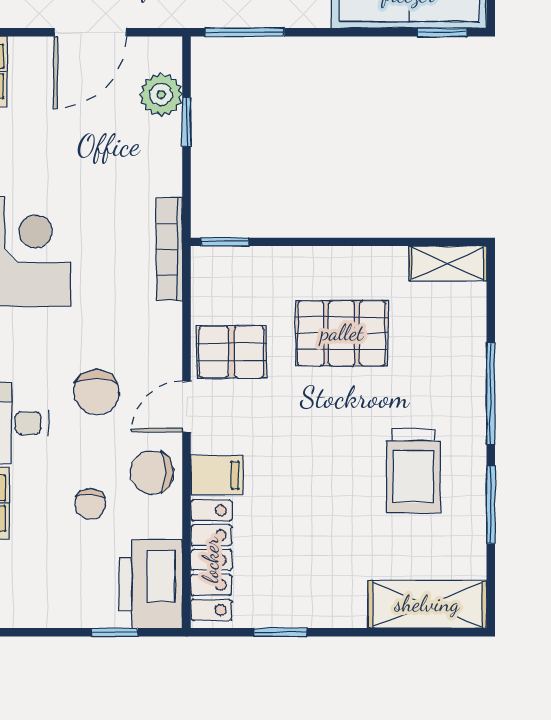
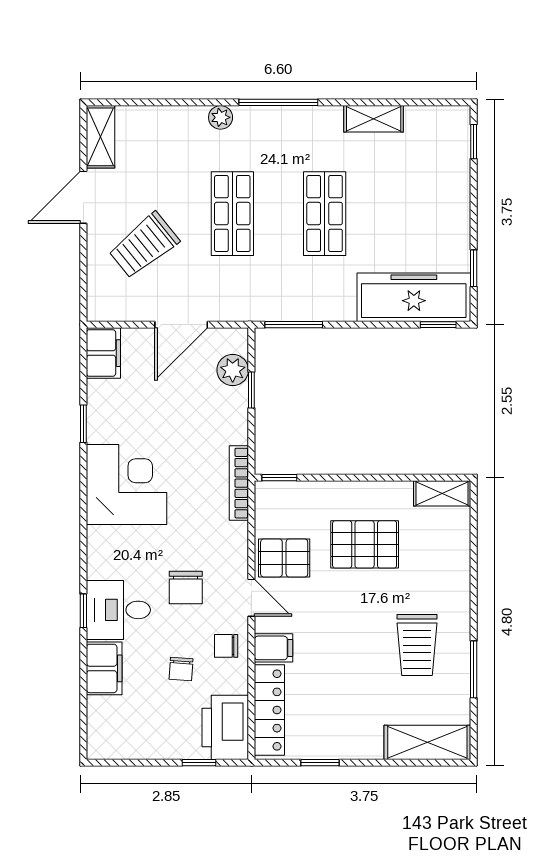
window: (491, 394) -> (474, 588), removed
door: (187, 406) -> (251, 598), swing flipped
chair: (152, 472) -> (226, 646), width x0.73, depth x0.73

